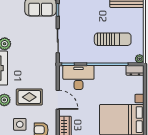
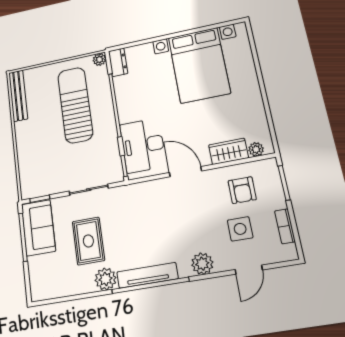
sun lounger: (113, 39) -> (75, 105), width x1.36, depth x1.34
rug: (29, 97) -> (88, 241), moved
door: (58, 100) -> (185, 172), hinge flipped

